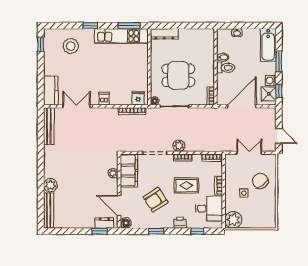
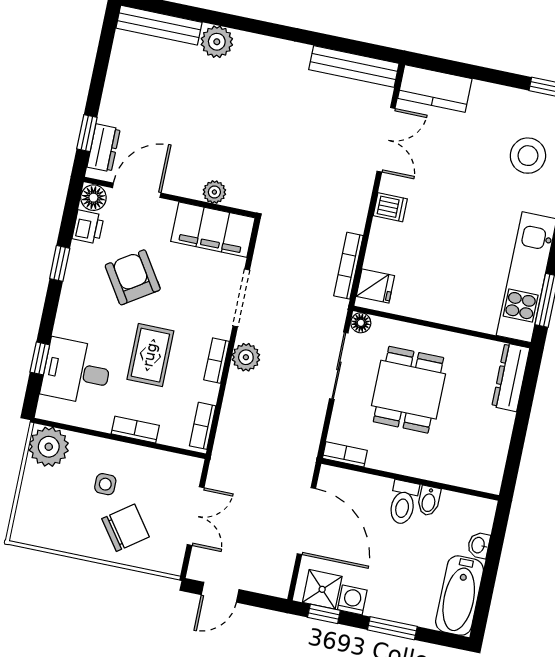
bathtub: (268, 45) -> (459, 596), moved, turned -90
desk: (209, 208) -> (77, 372), moved, turned 90
printer: (180, 223) -> (88, 227), moved

